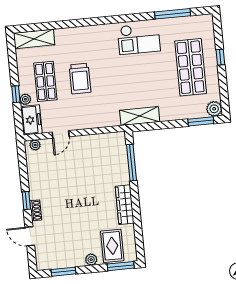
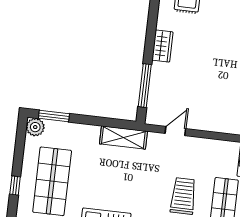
door: (61, 134) -> (175, 131), moved
wardrobe: (125, 205) -> (162, 46), width x0.67

